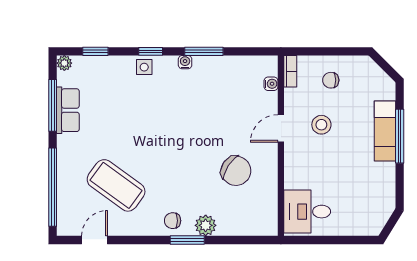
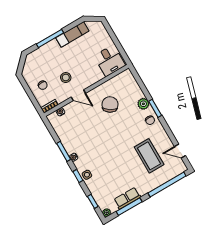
exam couch: (385, 131) -> (72, 34), moved
coffee table: (116, 185) -> (149, 156), turned -36

